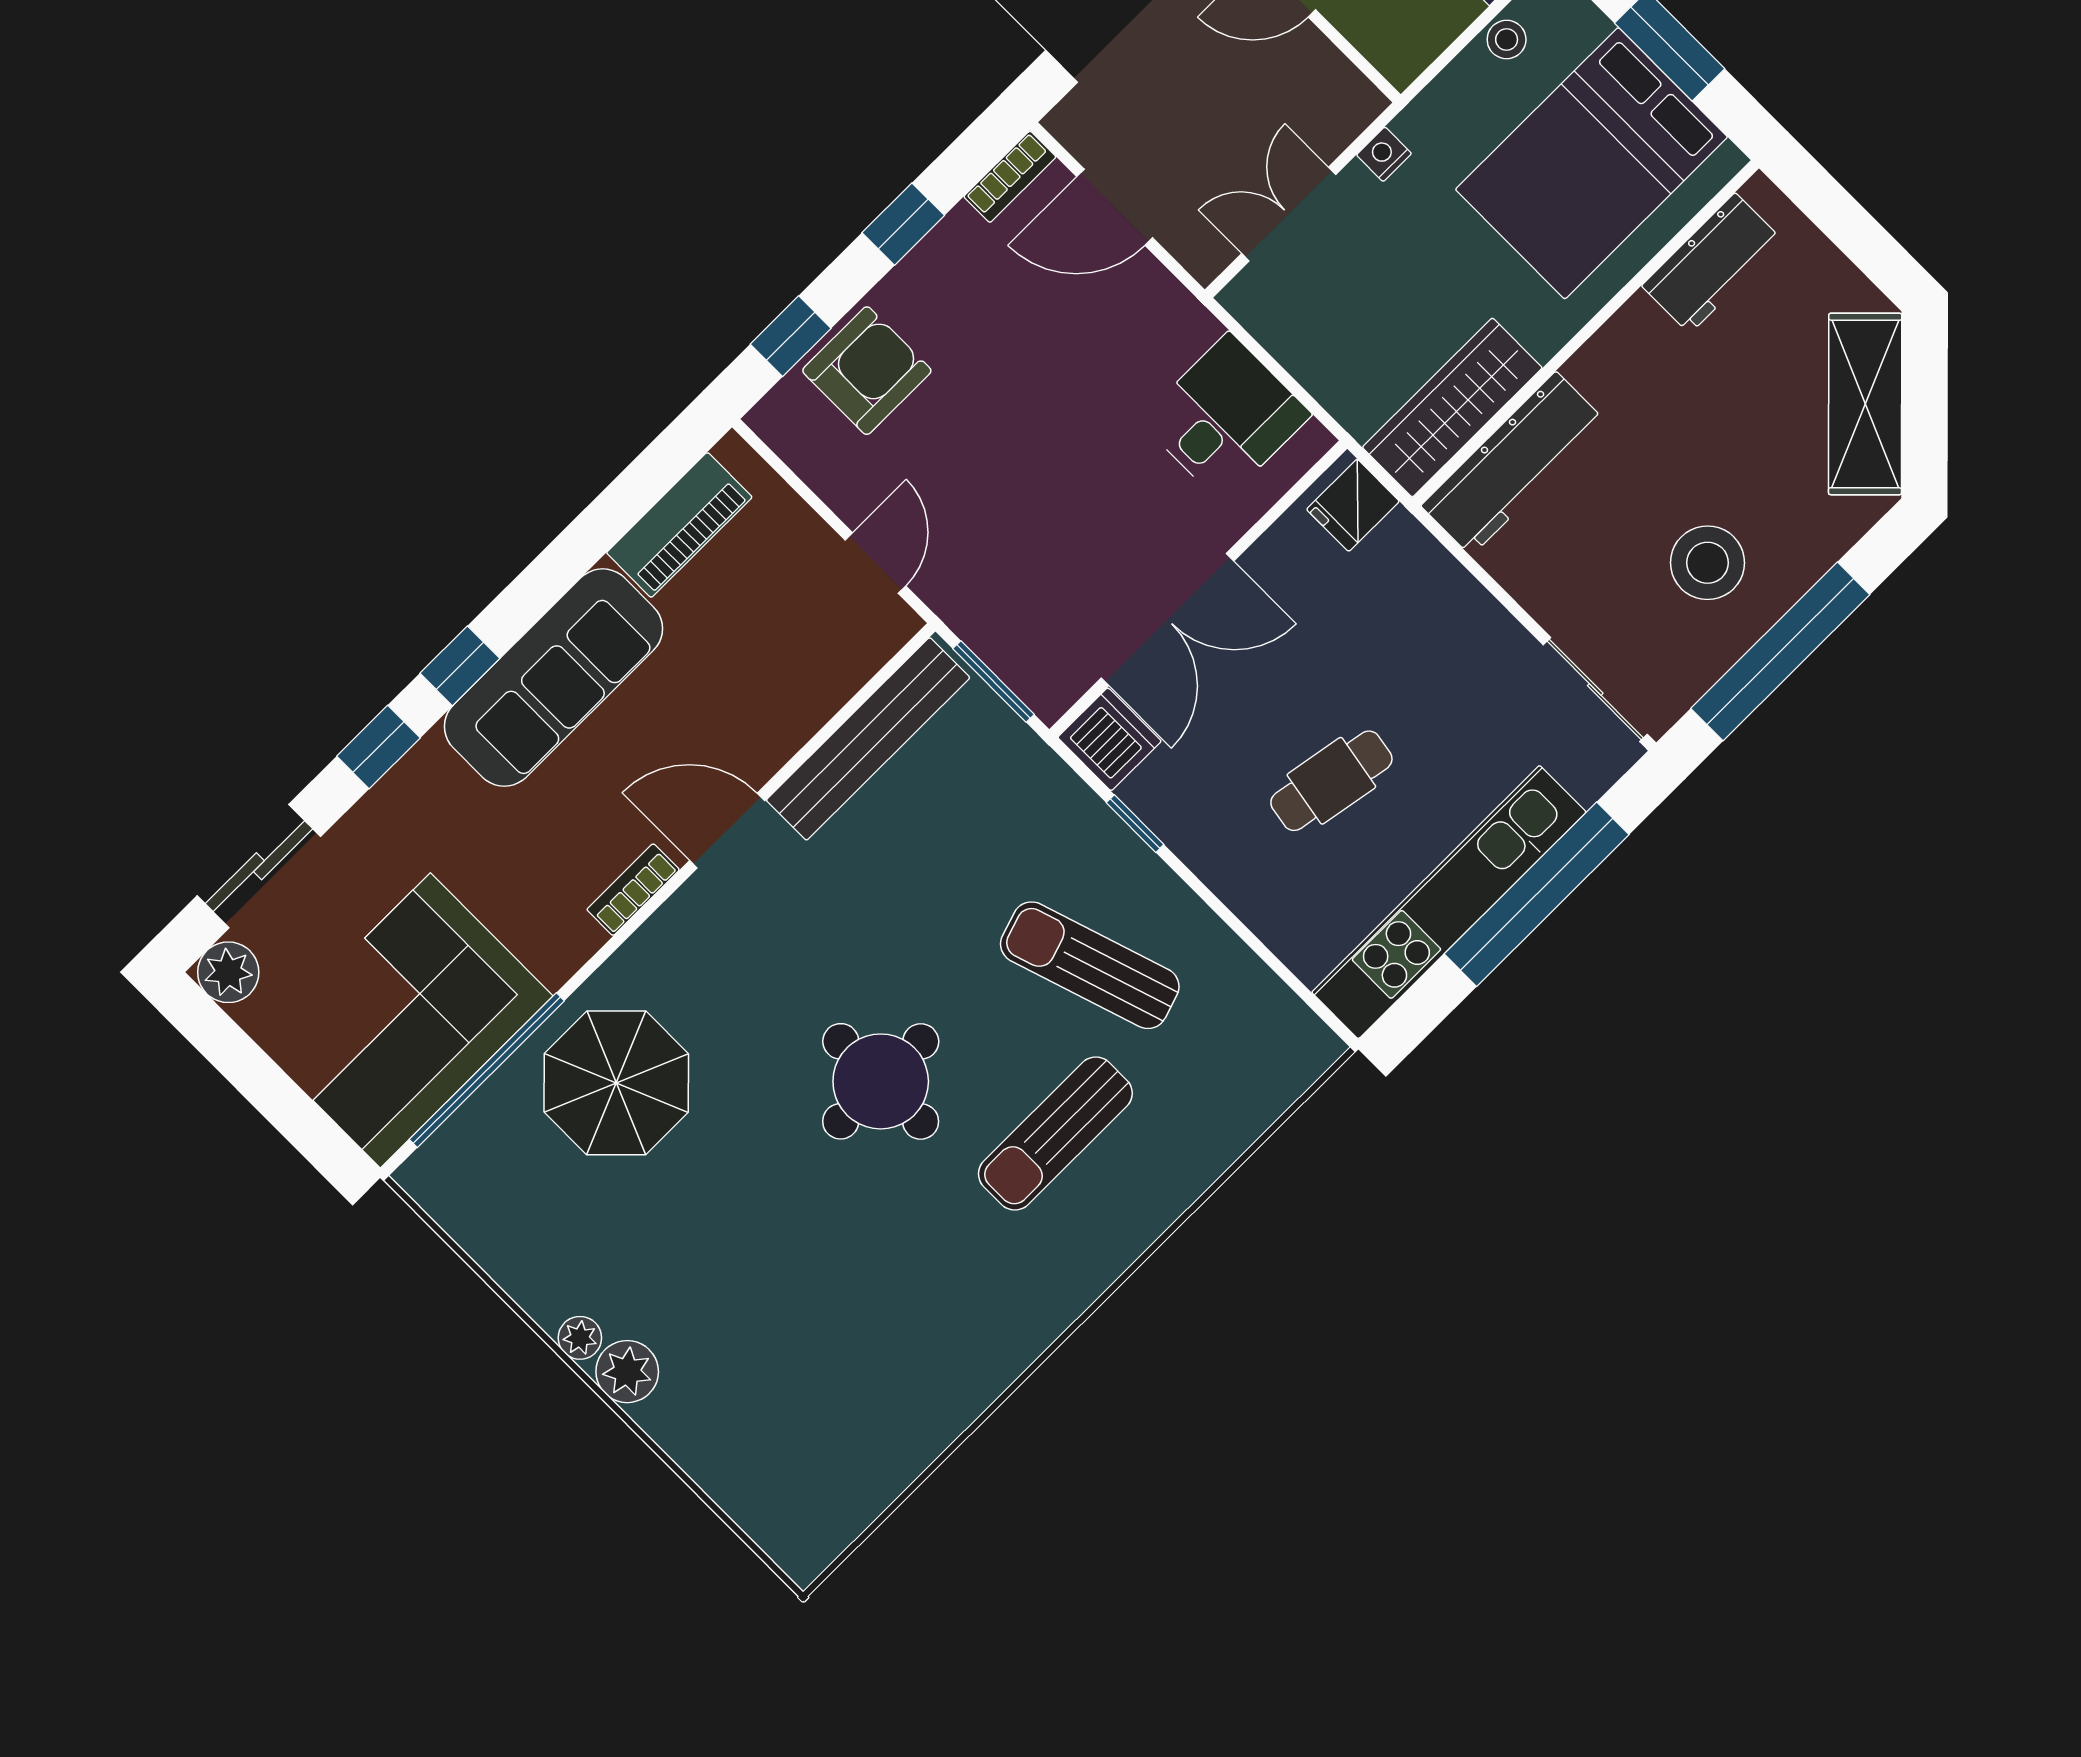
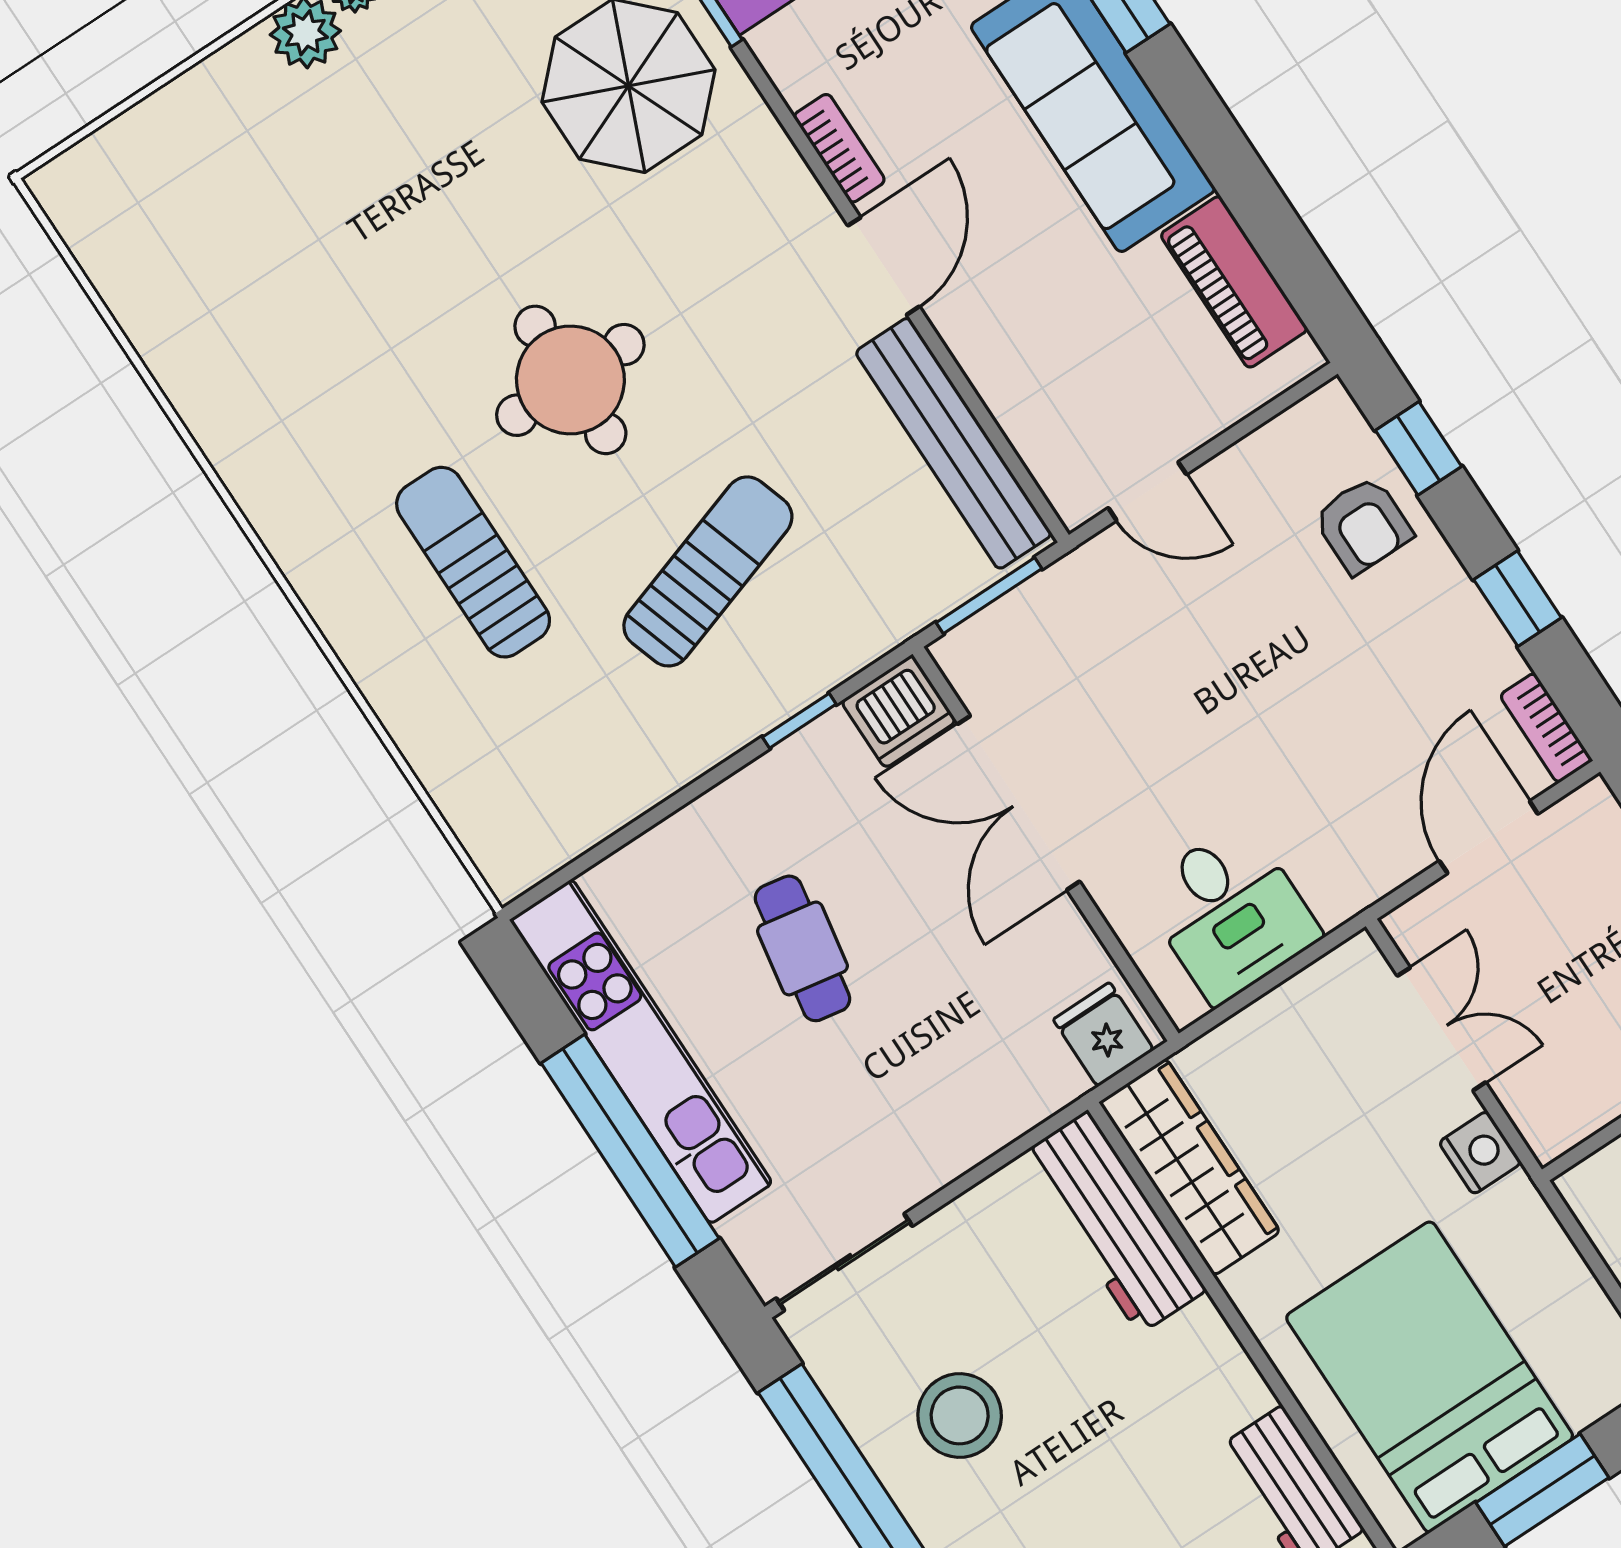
stool: (1507, 40) -> (1586, 1310), removed
nightstand: (1384, 154) -> (1480, 1153), width x1.39, depth x1.35
armchair: (867, 371) -> (1363, 525), width x0.72, depth x0.72
sun lounger: (1090, 965) -> (708, 571), moved

